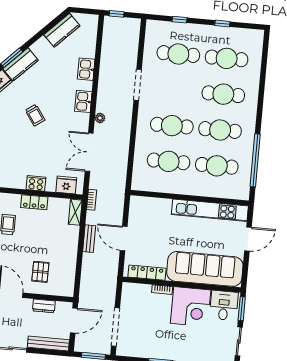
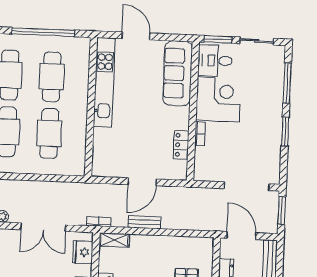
sofa: (205, 269) -> (178, 73), width x0.74, depth x0.79
locker: (147, 273) -> (181, 145), width x0.66

